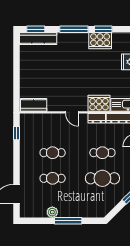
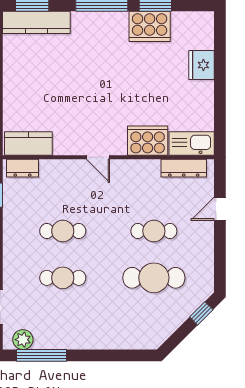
dresser: (97, 118) -> (22, 168), moved
plant: (52, 212) -> (23, 340), moved
window: (68, 221) -> (42, 355), moved

